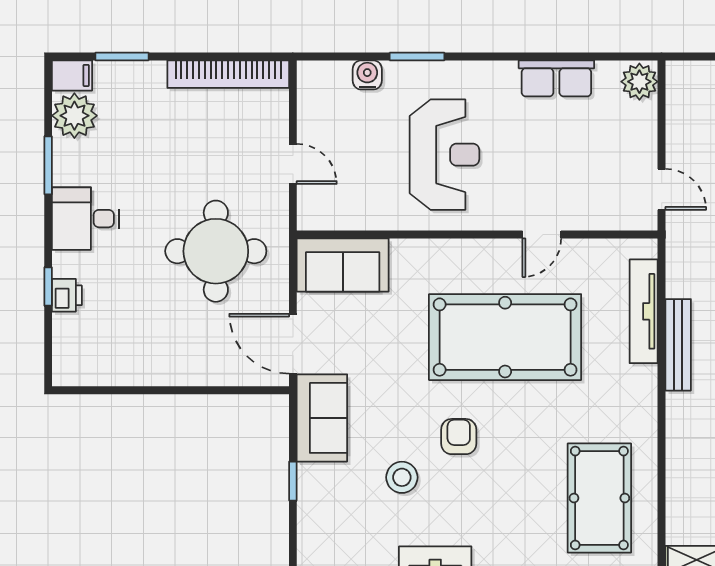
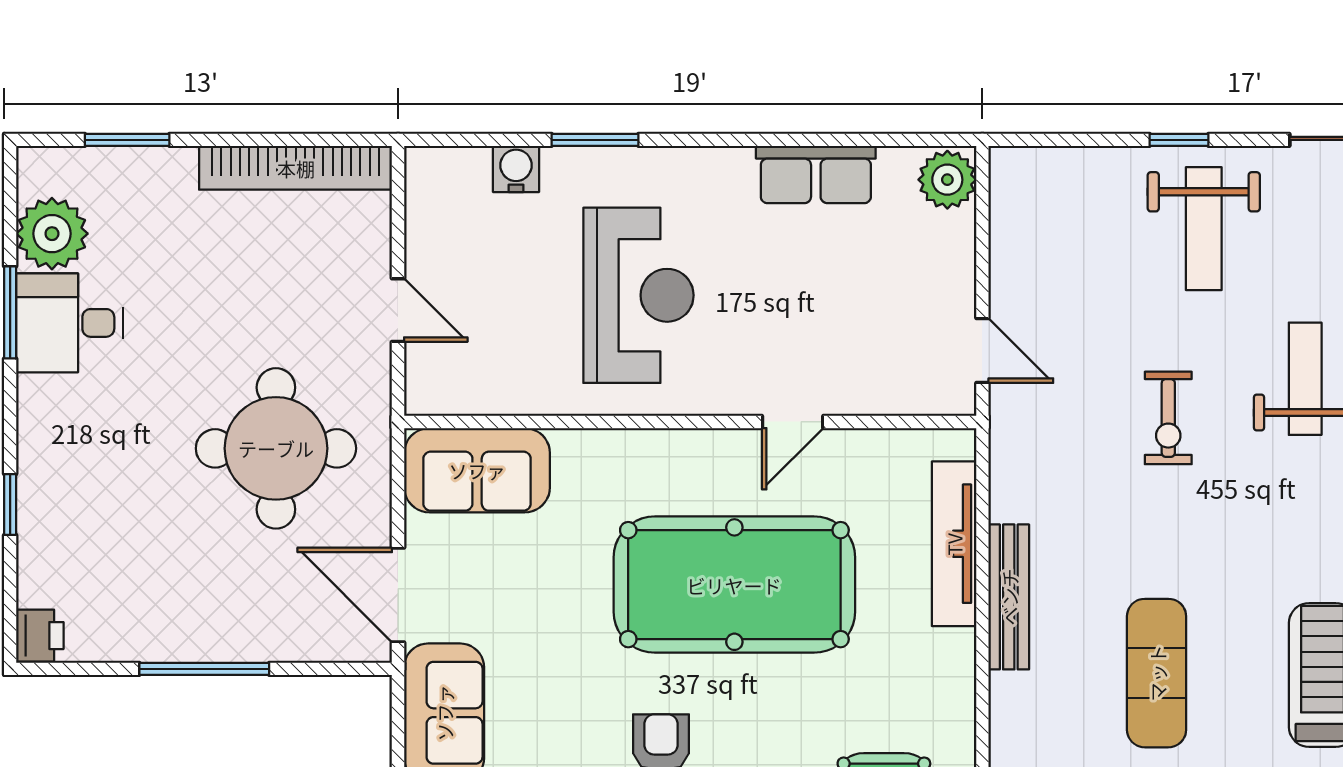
filing cabinet: (72, 75) -> (48, 170), removed
desk: (86, 219) -> (70, 323), moved
printer: (67, 295) -> (40, 636), moved
window: (171, 390) -> (204, 669), added

